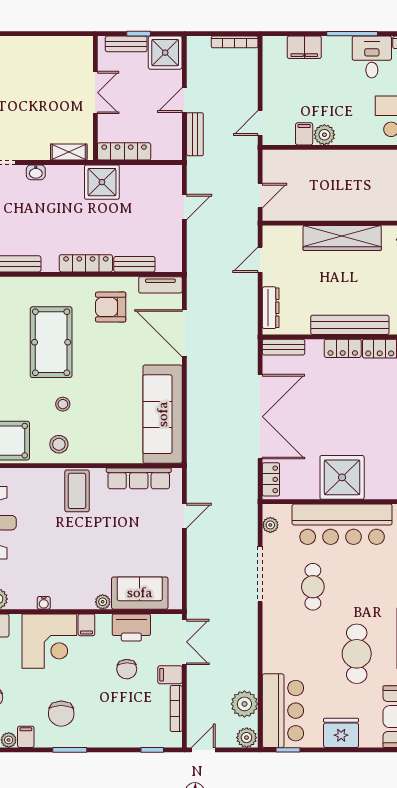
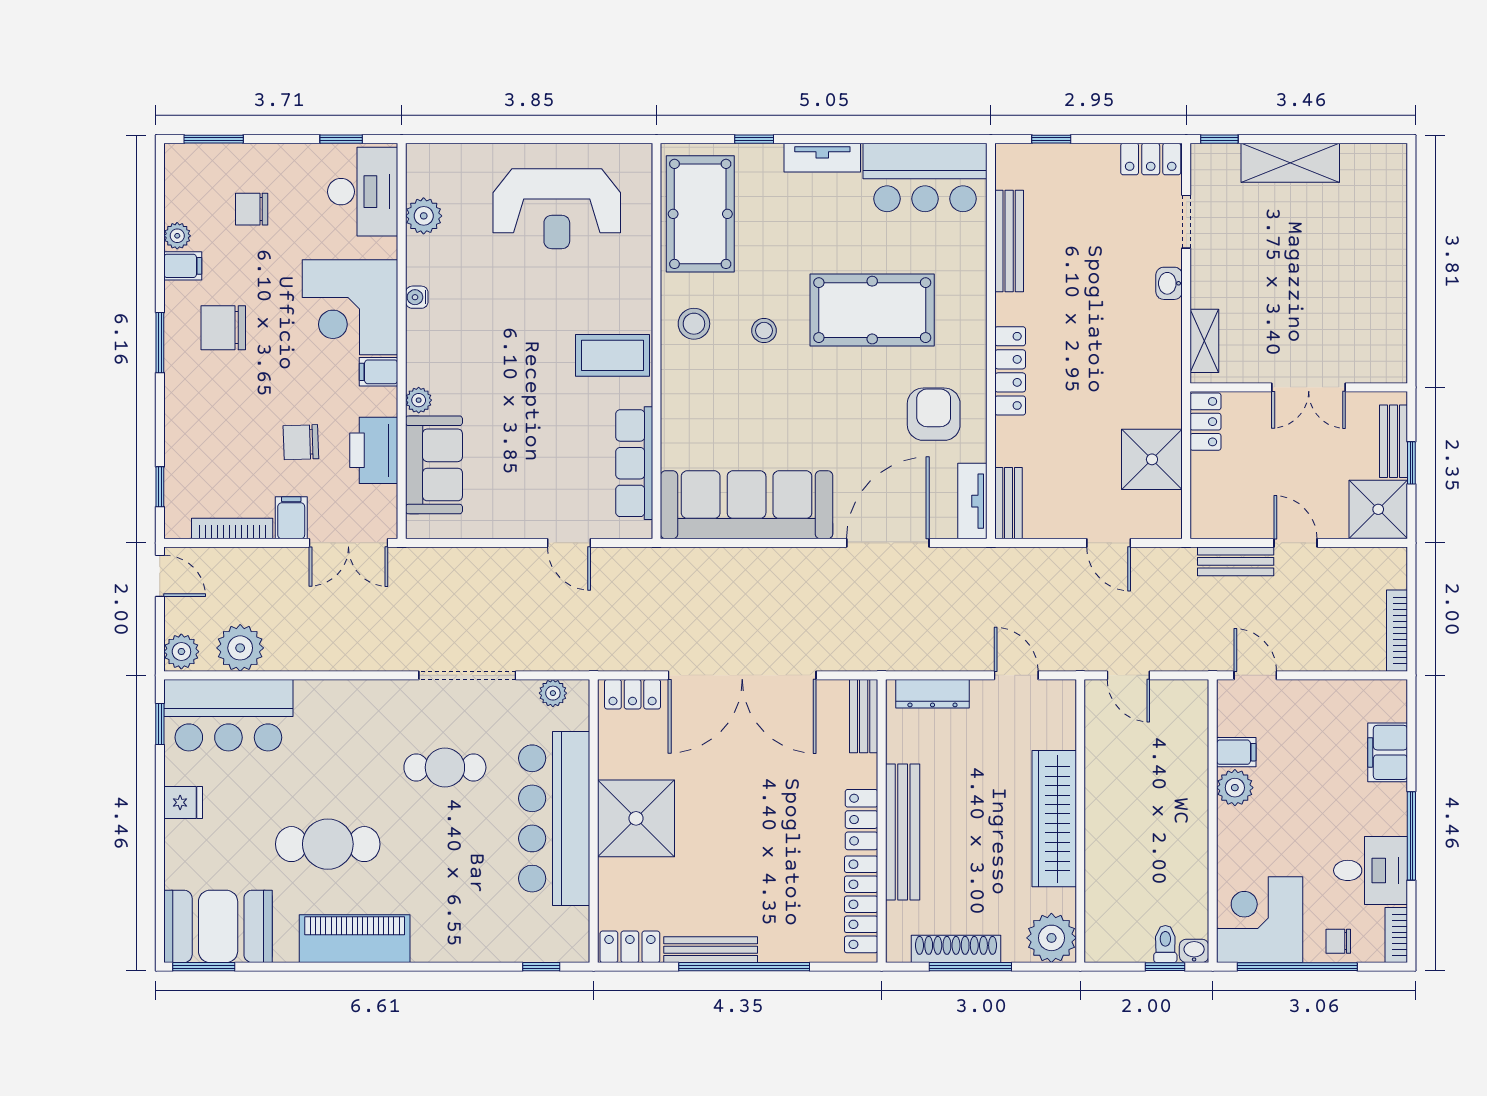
locker: (124, 151) -> (1205, 422), width x0.66
shower: (102, 182) -> (1152, 459), moved
bench: (134, 264) -> (1009, 503), moved
fridge: (341, 733) -> (183, 802), width x0.53, depth x0.75

